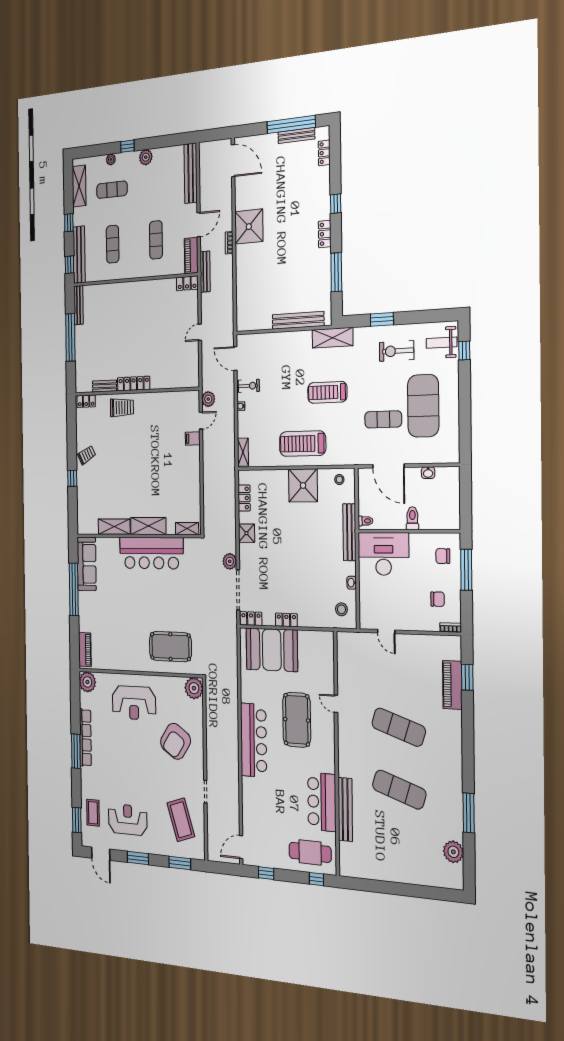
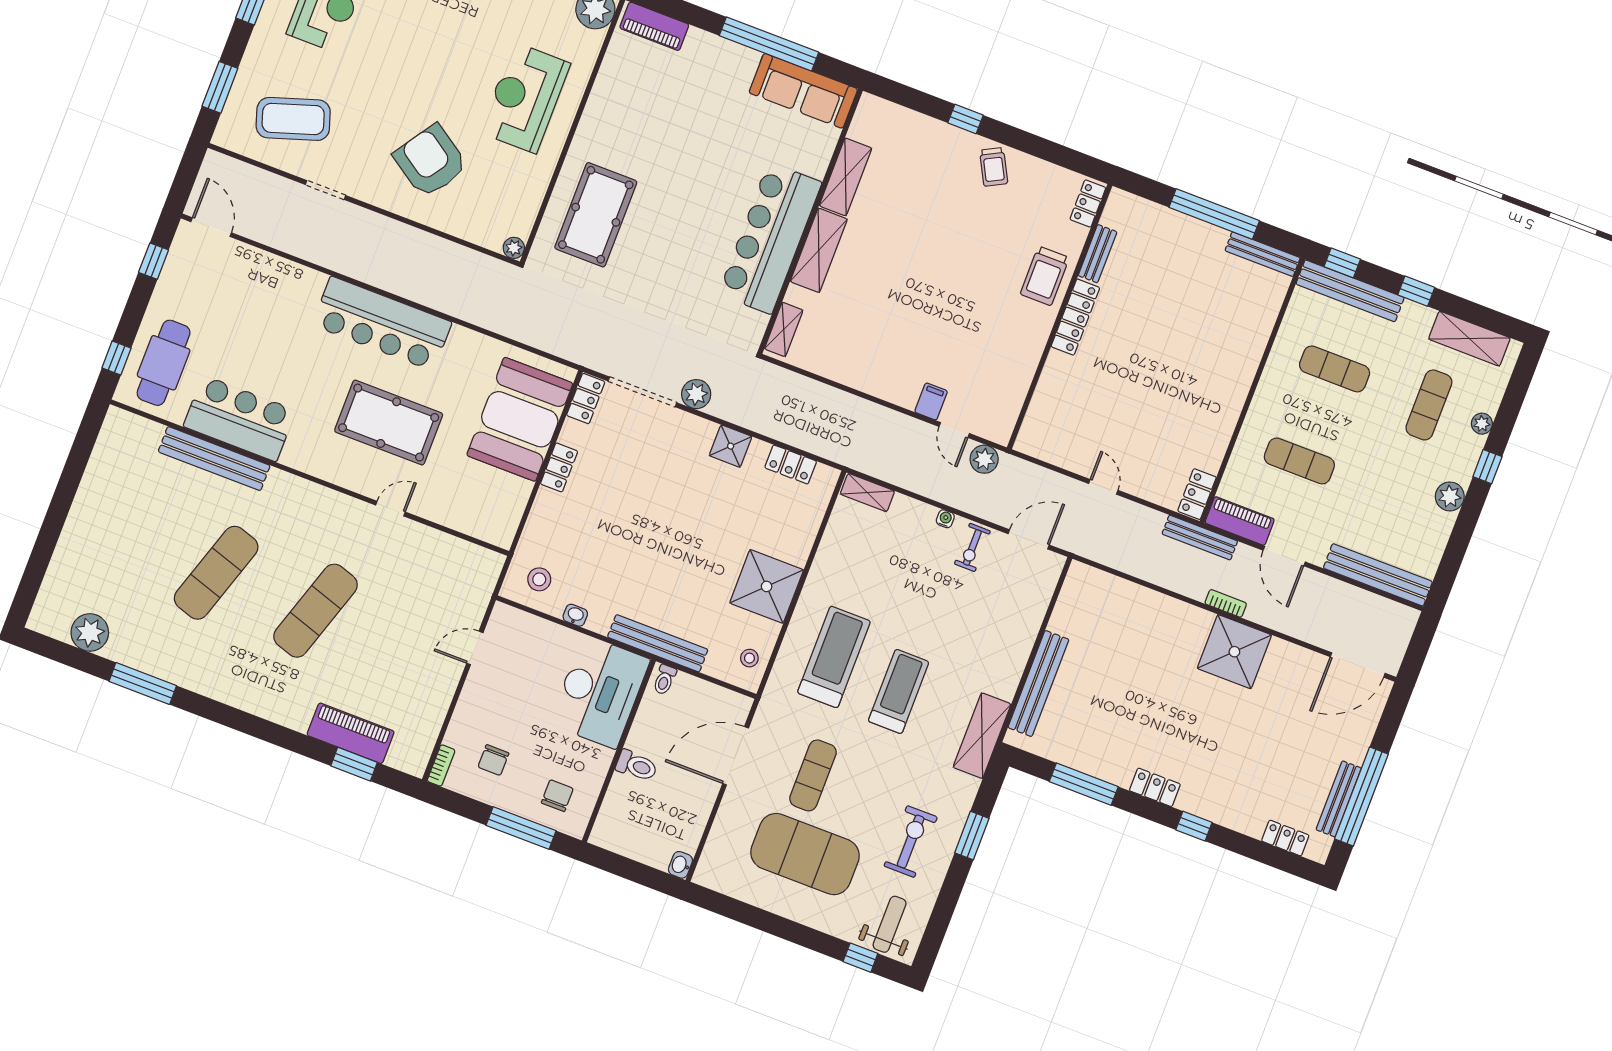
treadmill: (303, 444) -> (834, 657), moved
washbasin: (428, 473) -> (680, 865), moved
plant: (194, 688) -> (514, 248), width x0.53, depth x0.53

